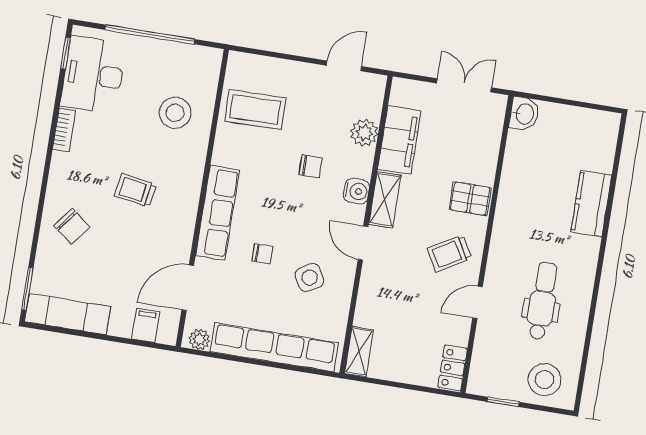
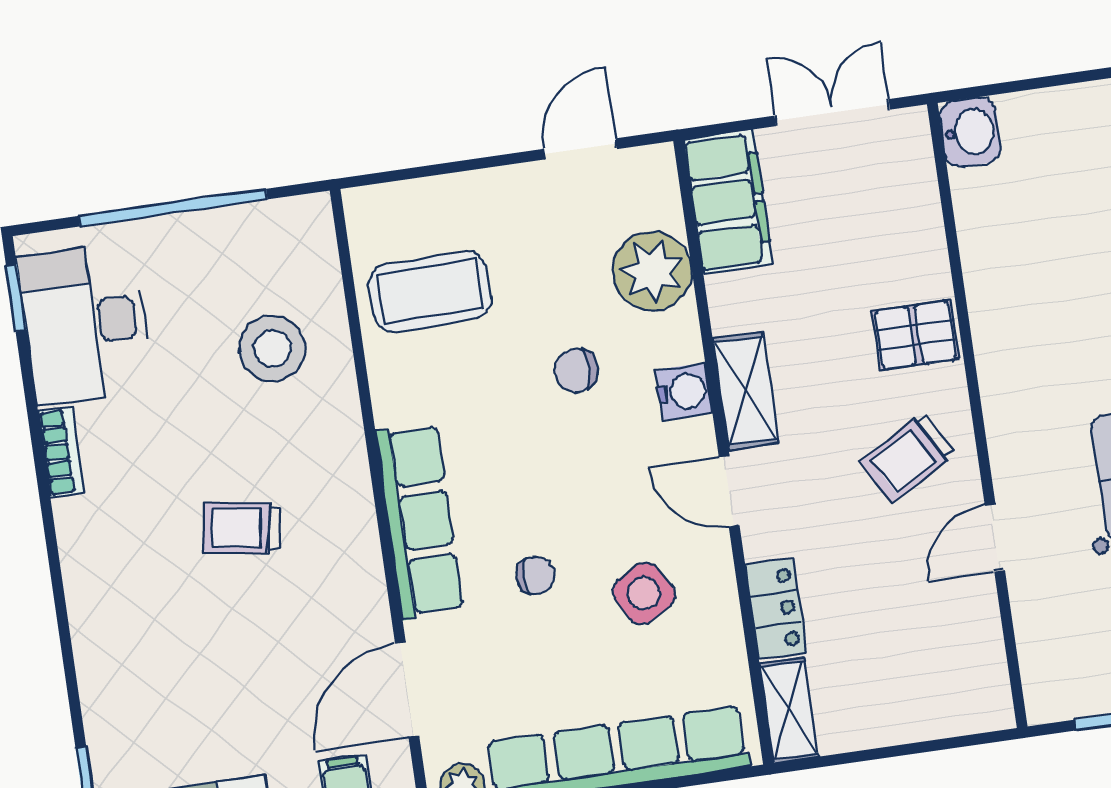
plant: (364, 133) -> (652, 271), width x1.36, depth x1.36
filing cabinet: (399, 140) -> (728, 202), moved
chair: (311, 166) -> (576, 370), turned 180
chair: (72, 226) -> (137, 640), removed
locker: (453, 368) -> (776, 609), moved, turned 180

